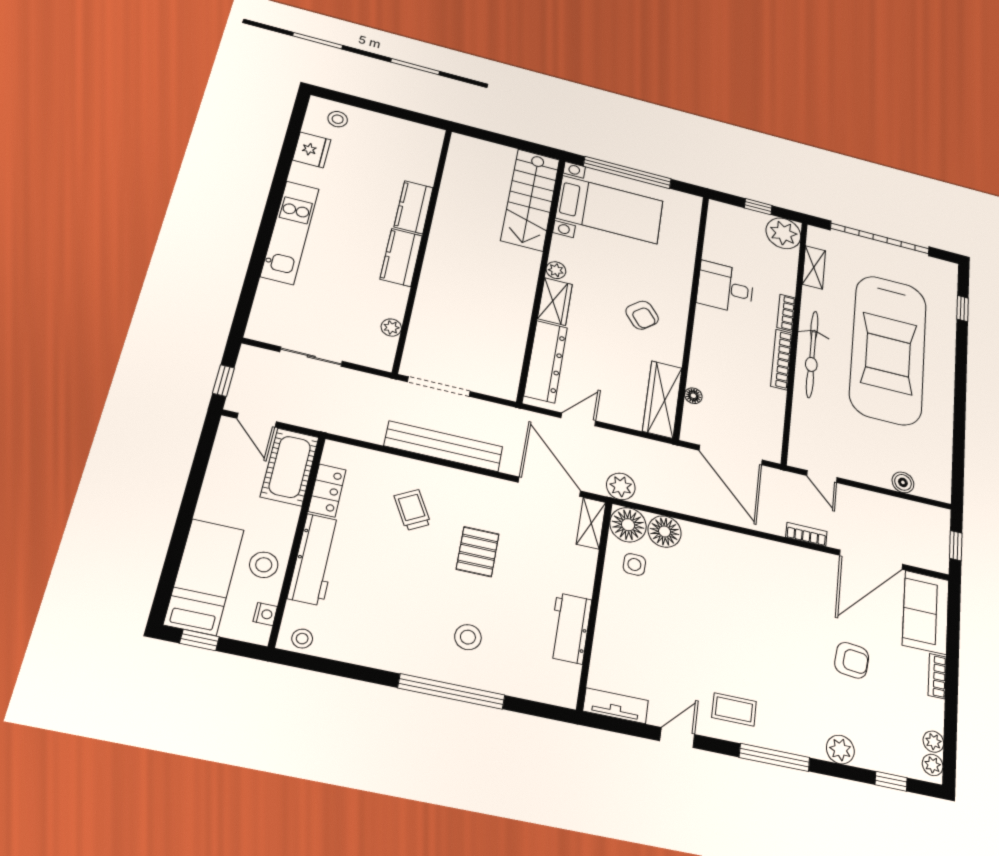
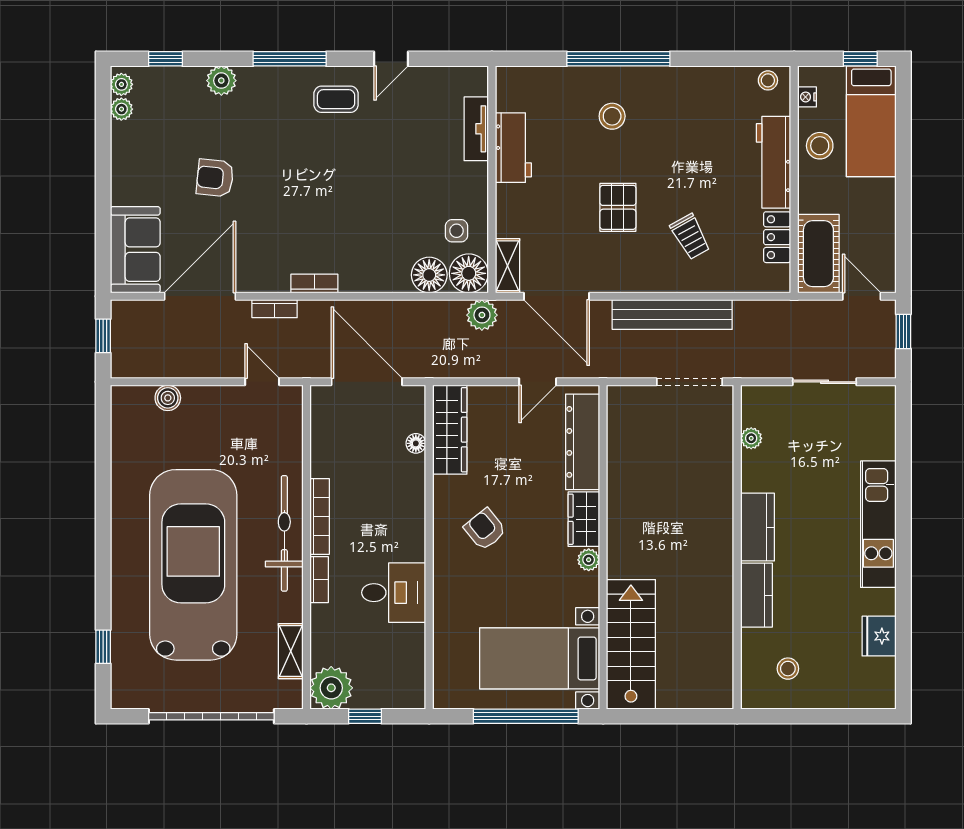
stool: (338, 119) -> (788, 669), moved
bookcase: (937, 676) -> (314, 283), moved, turned -90
tv unit: (616, 706) -> (476, 129), moved, turned 90

